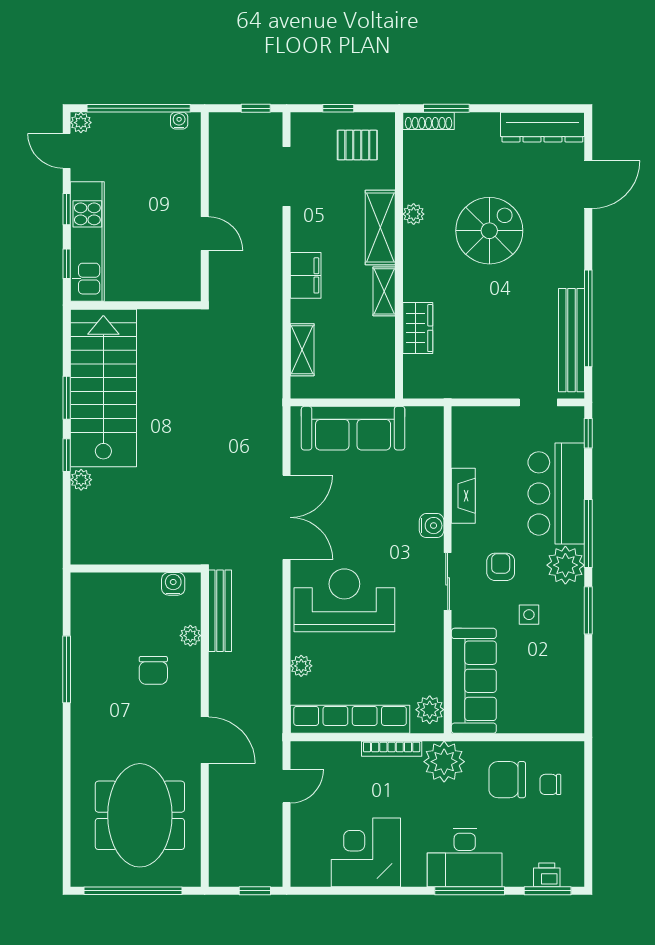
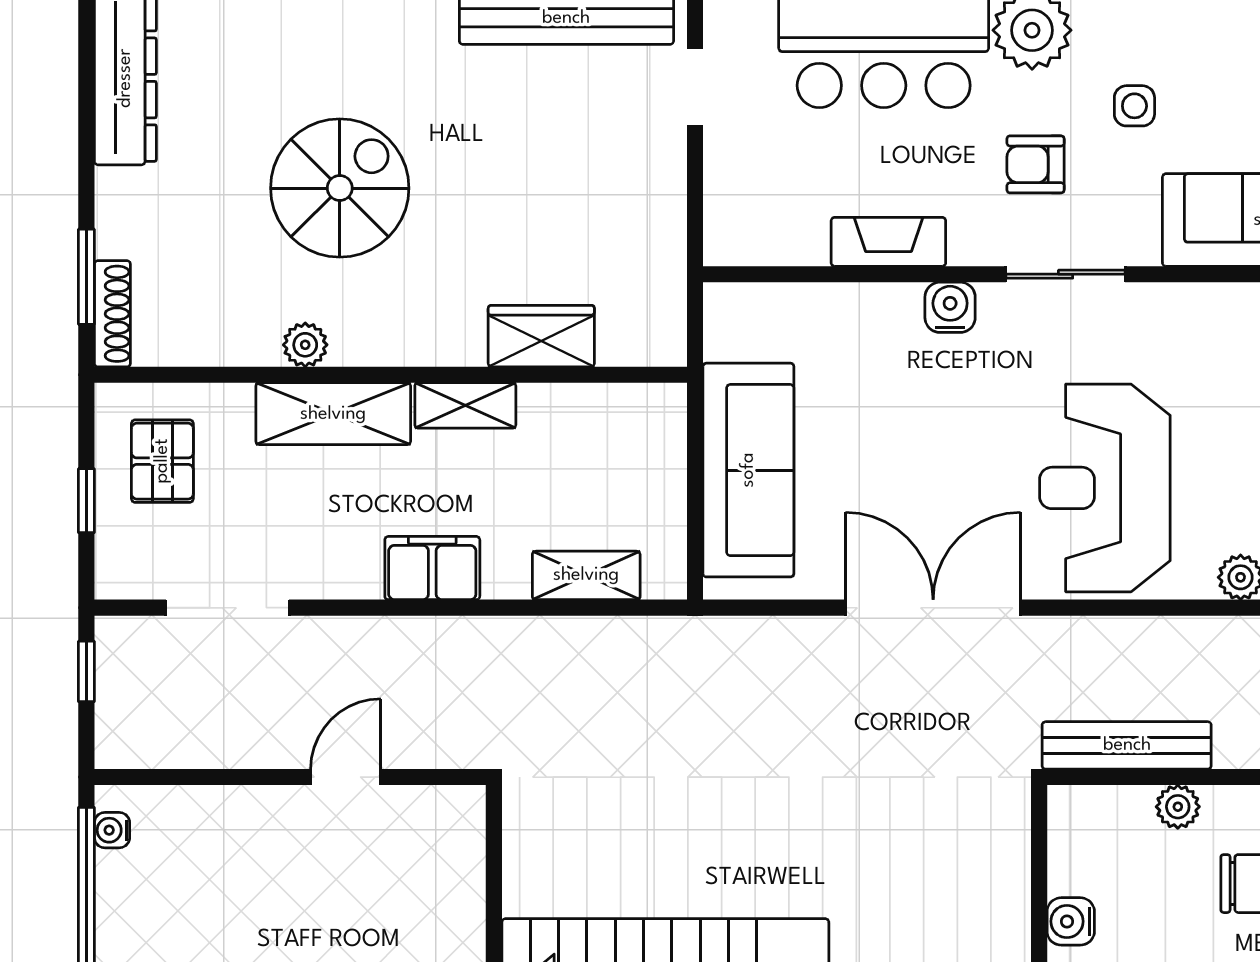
spiral stairs: (489, 231) -> (340, 188), turned 90
water cooler: (173, 584) -> (1071, 921), moved

